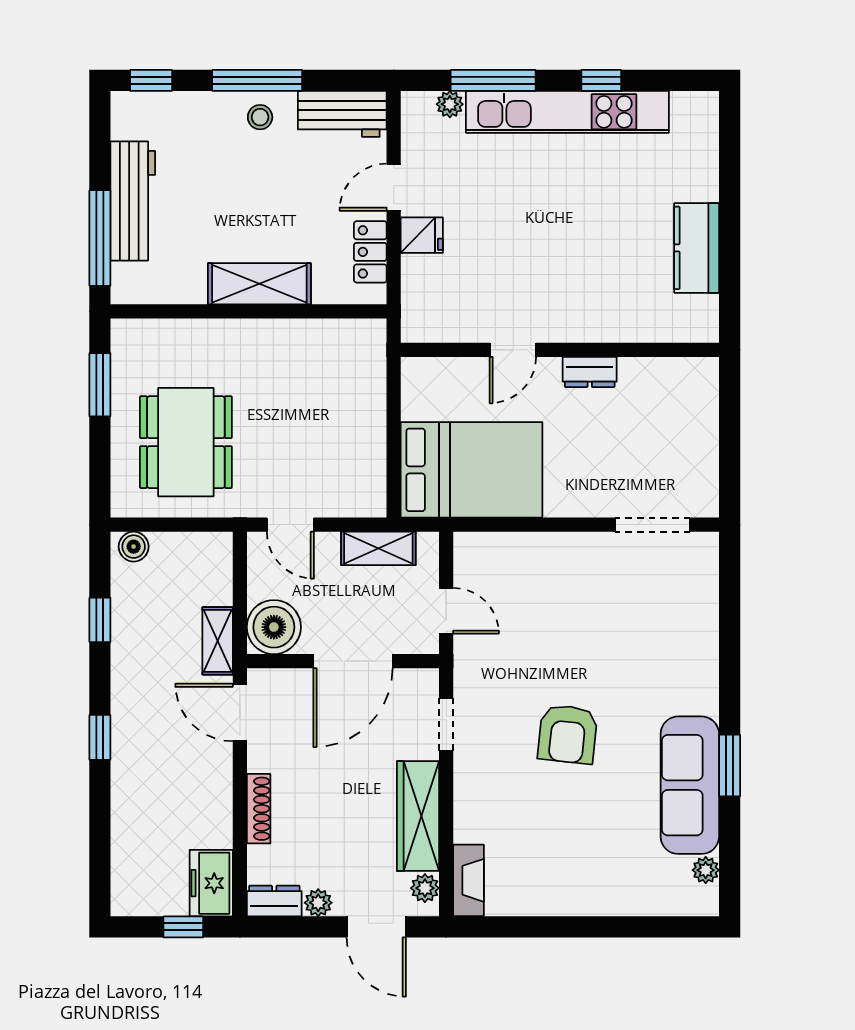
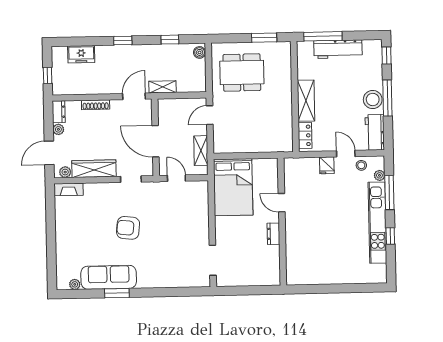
stool: (260, 117) -> (373, 99), width x1.89, depth x1.89
stool: (424, 149) -> (361, 165), added
kitchen counter: (697, 248) -> (324, 276), removed
locker: (370, 252) -> (305, 135), moved, turned 90
door: (446, 611) -> (176, 178), swing flipped
boiler: (274, 627) -> (168, 109), removed
freezer: (211, 883) -> (81, 54), moved, turned 180

